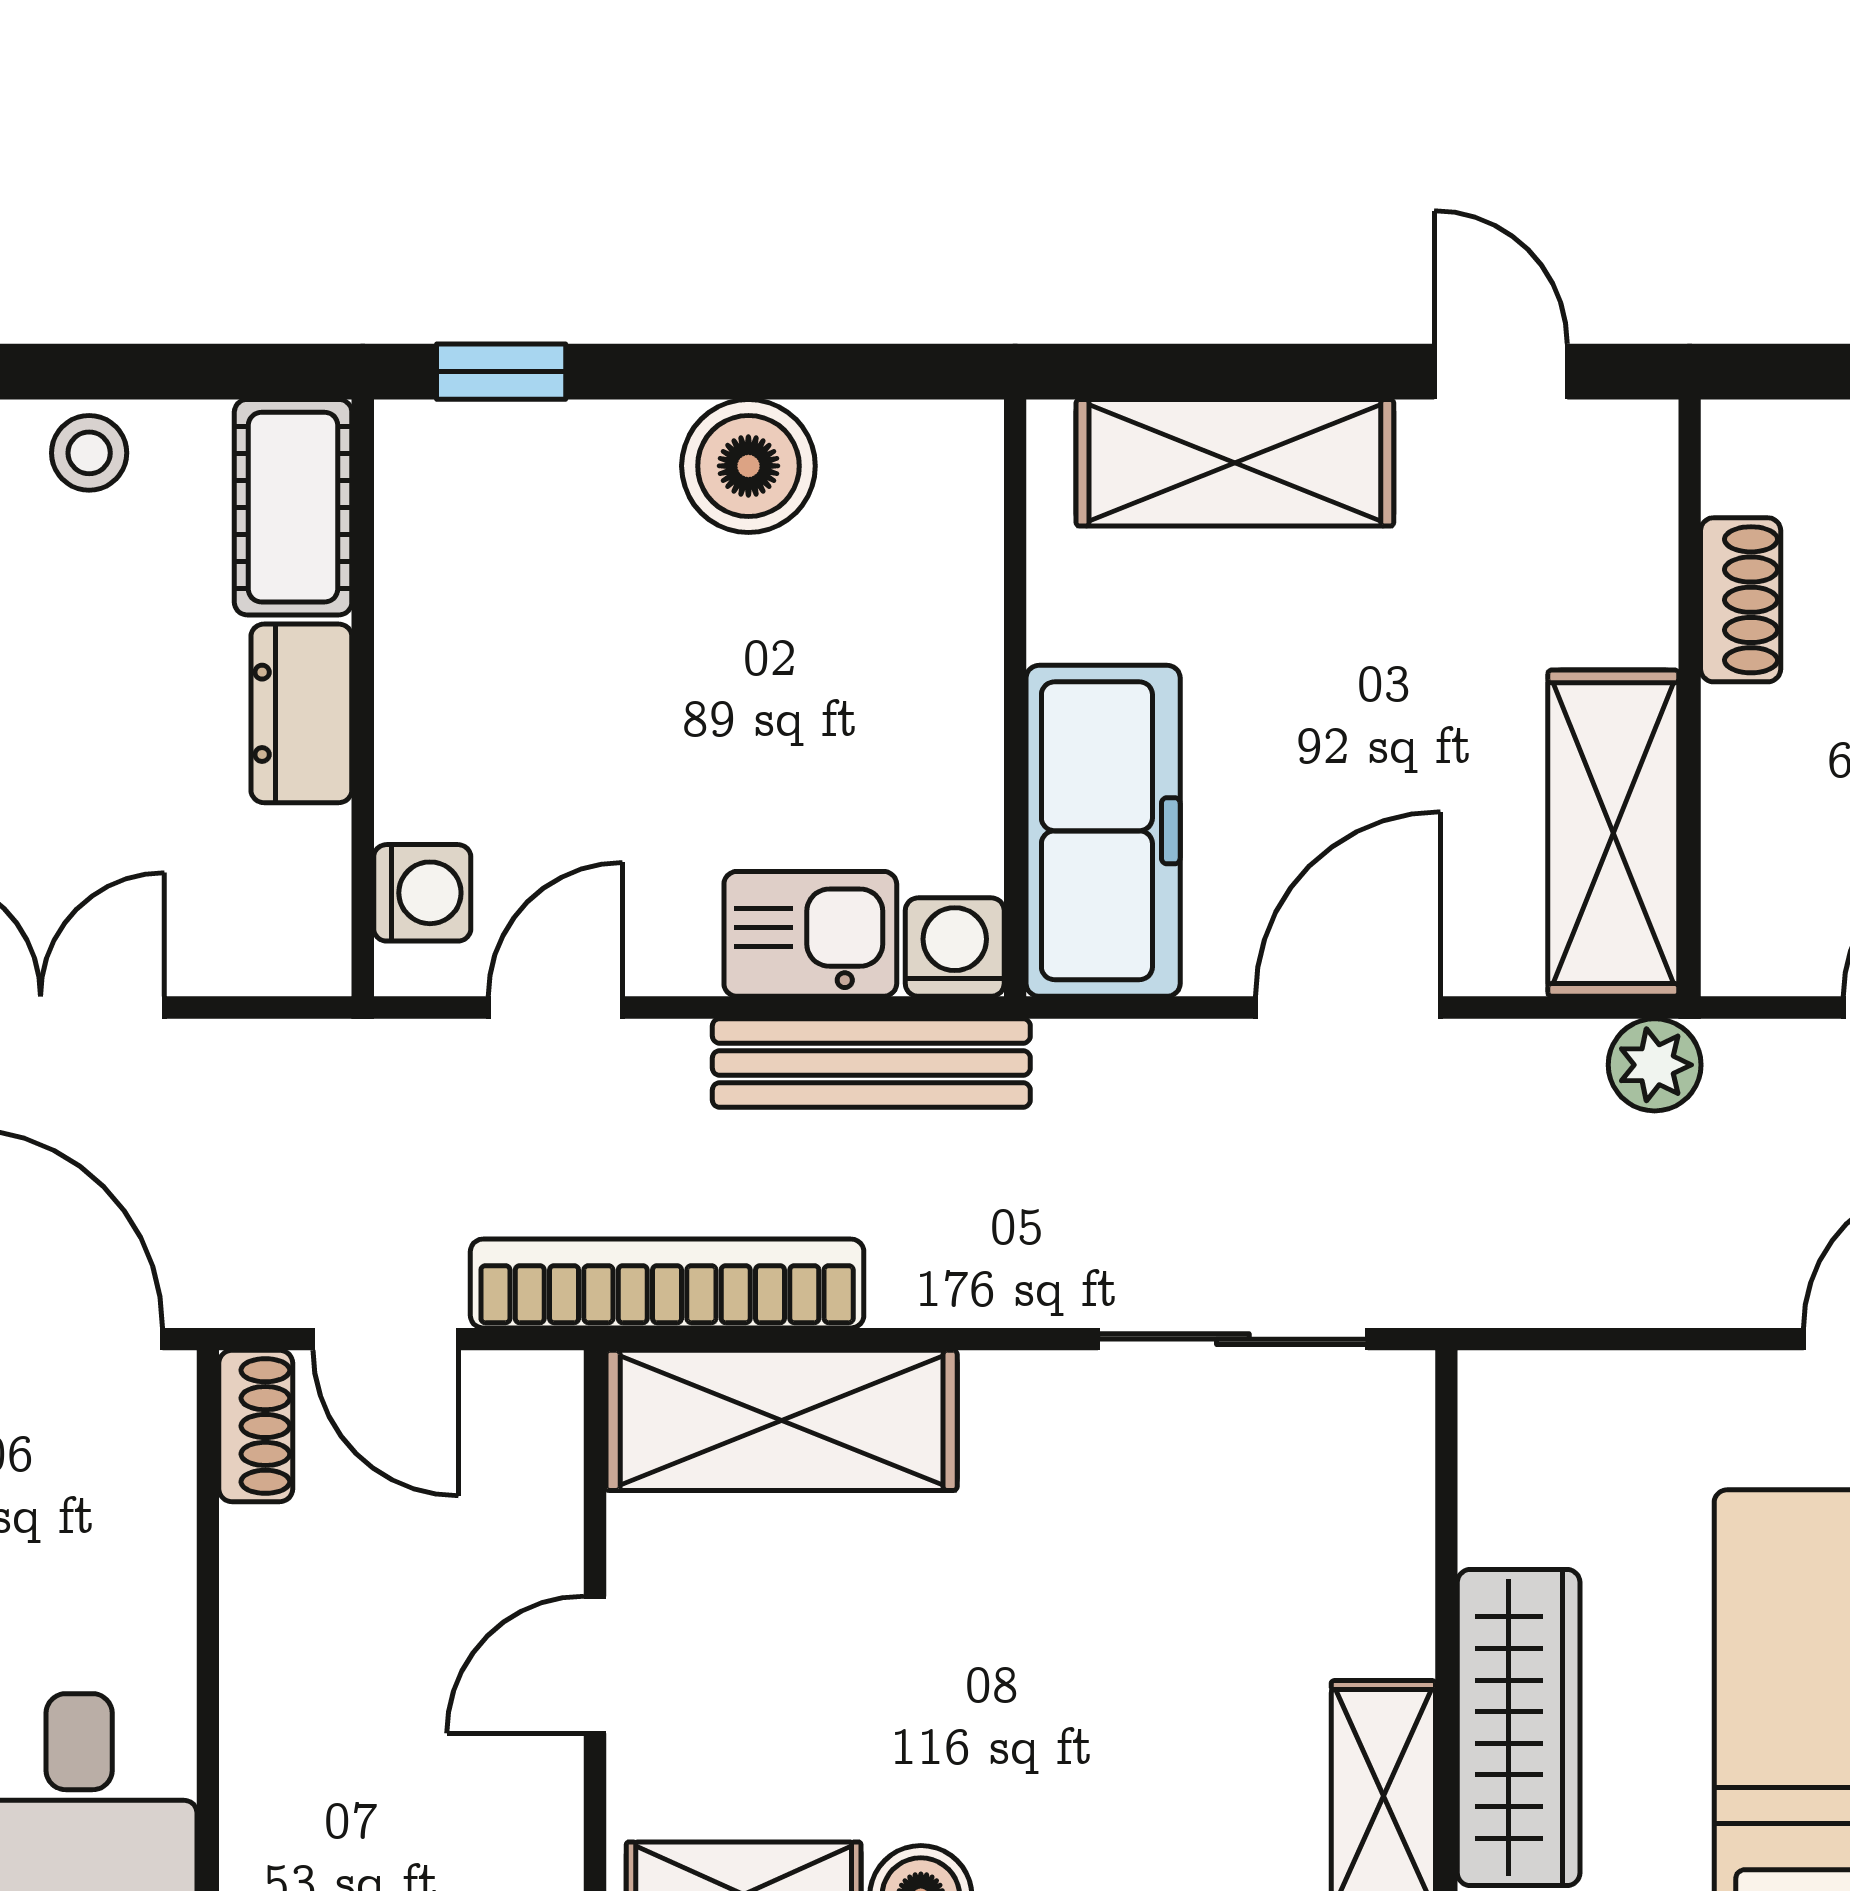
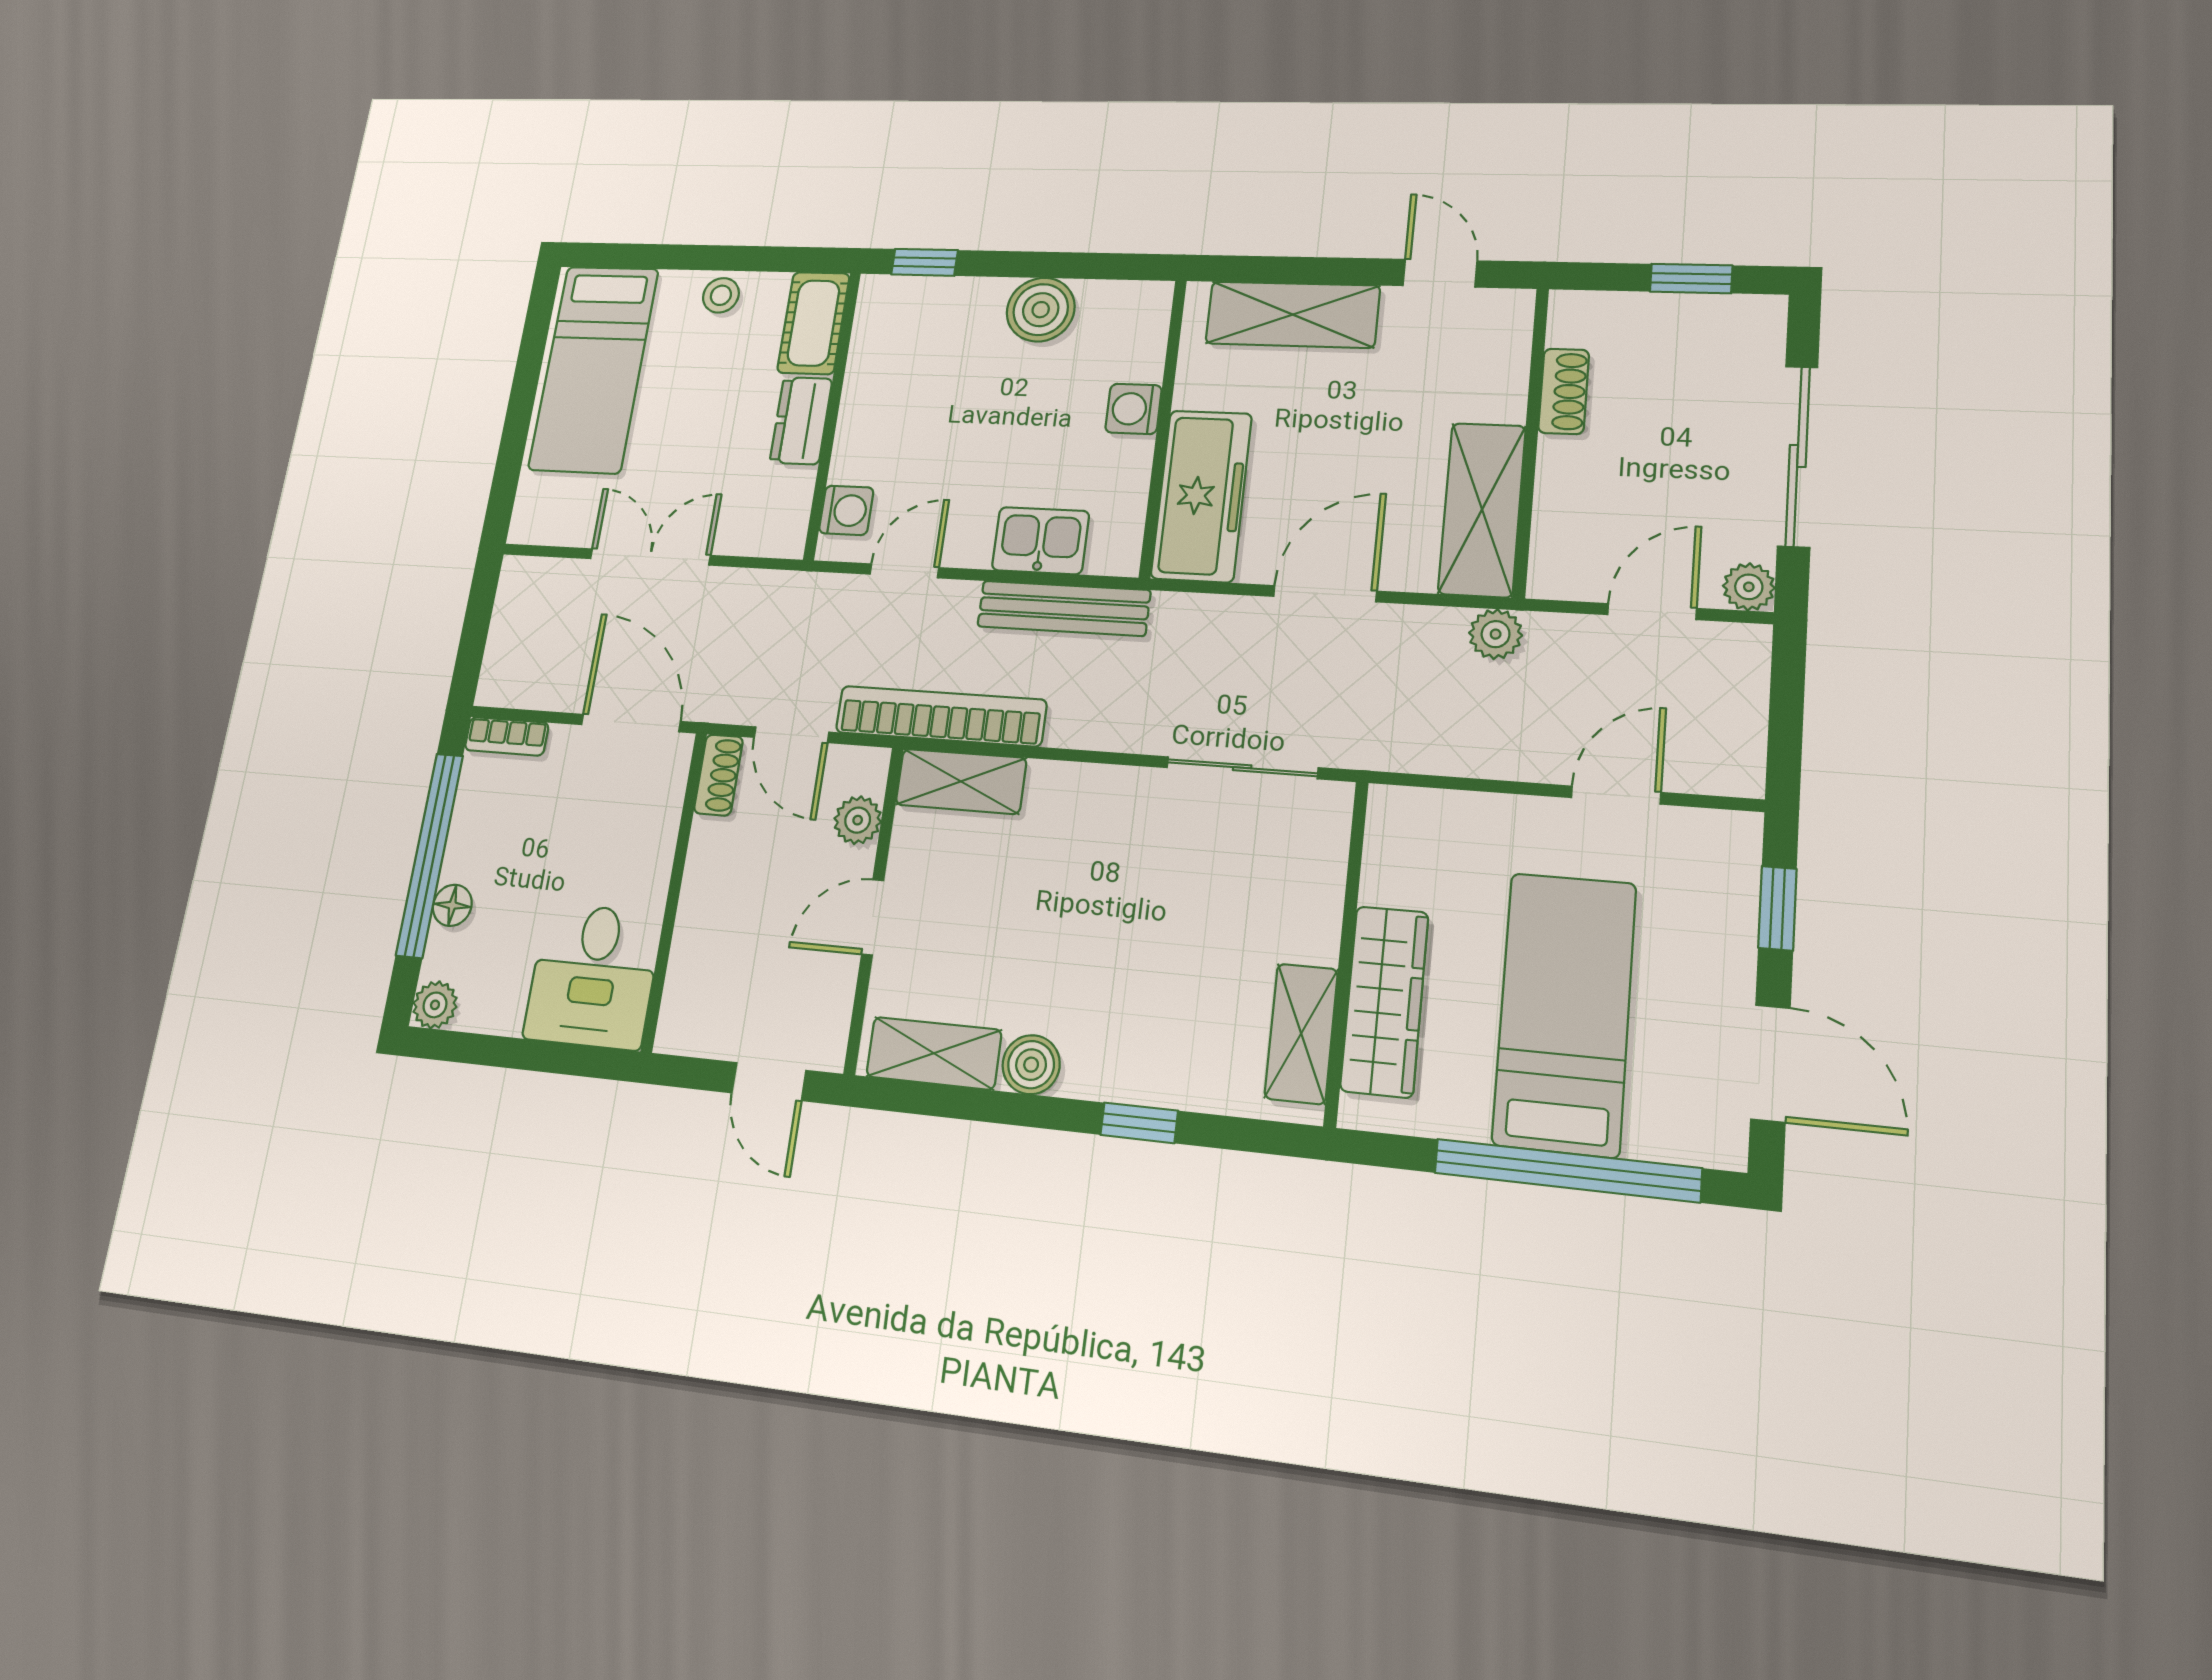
washing machine: (955, 947) -> (1134, 409), moved, turned -90
shelving: (782, 1420) -> (961, 781), width x0.67, depth x0.75
plant: (539, 1490) -> (858, 820), added

